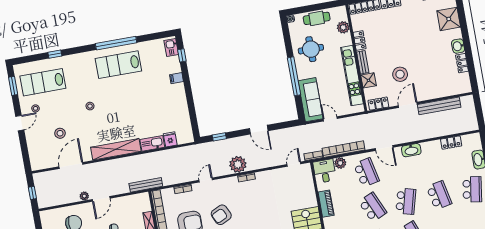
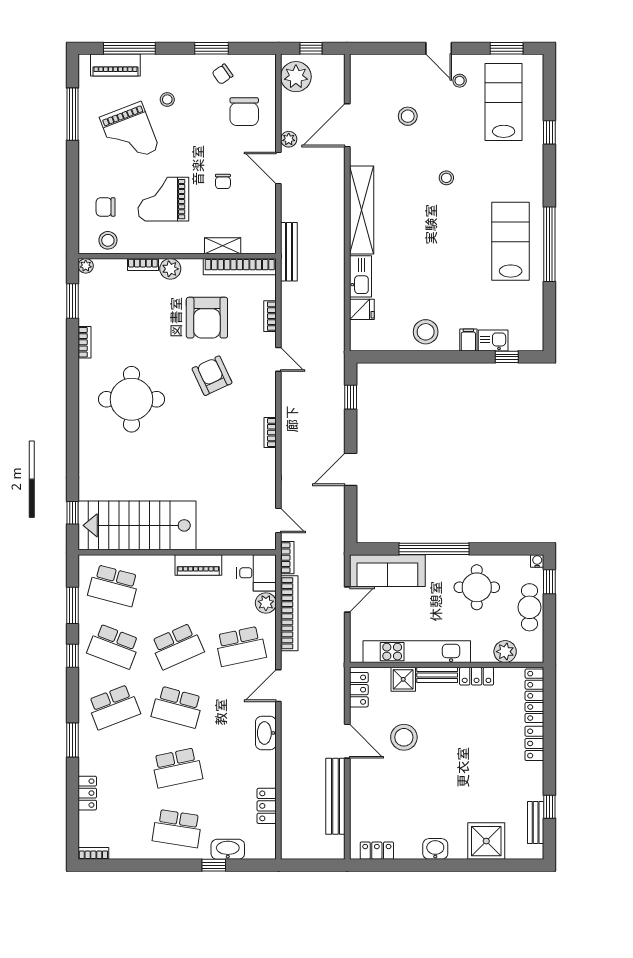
window: (301, 10) -> (549, 582), added
kitchen sink: (171, 48) -> (493, 341), moved
locker: (462, 63) -> (377, 851), moved
stool: (176, 102) -> (426, 332), added
plant: (238, 164) -> (296, 77), moved
door: (71, 165) -> (347, 125), swing flipped

